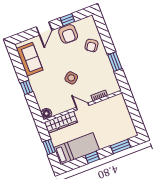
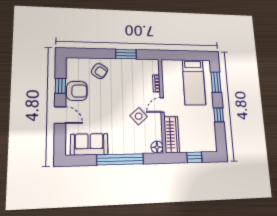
side table: (71, 78) -> (139, 116), moved
window: (27, 87) -> (120, 159), width x3.17
bed: (77, 149) -> (194, 82), moved, turned 180

